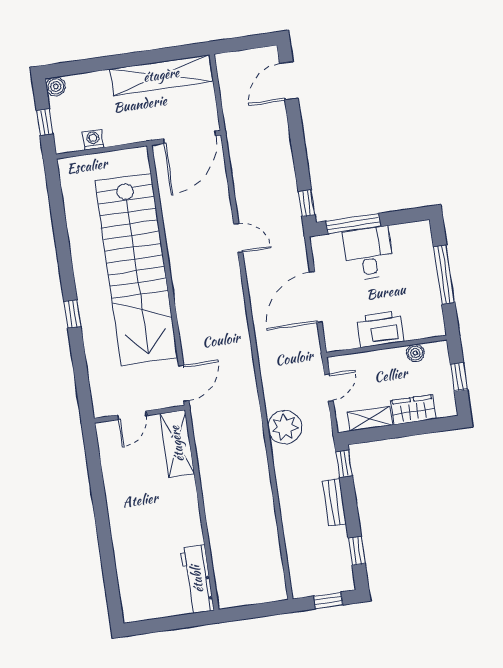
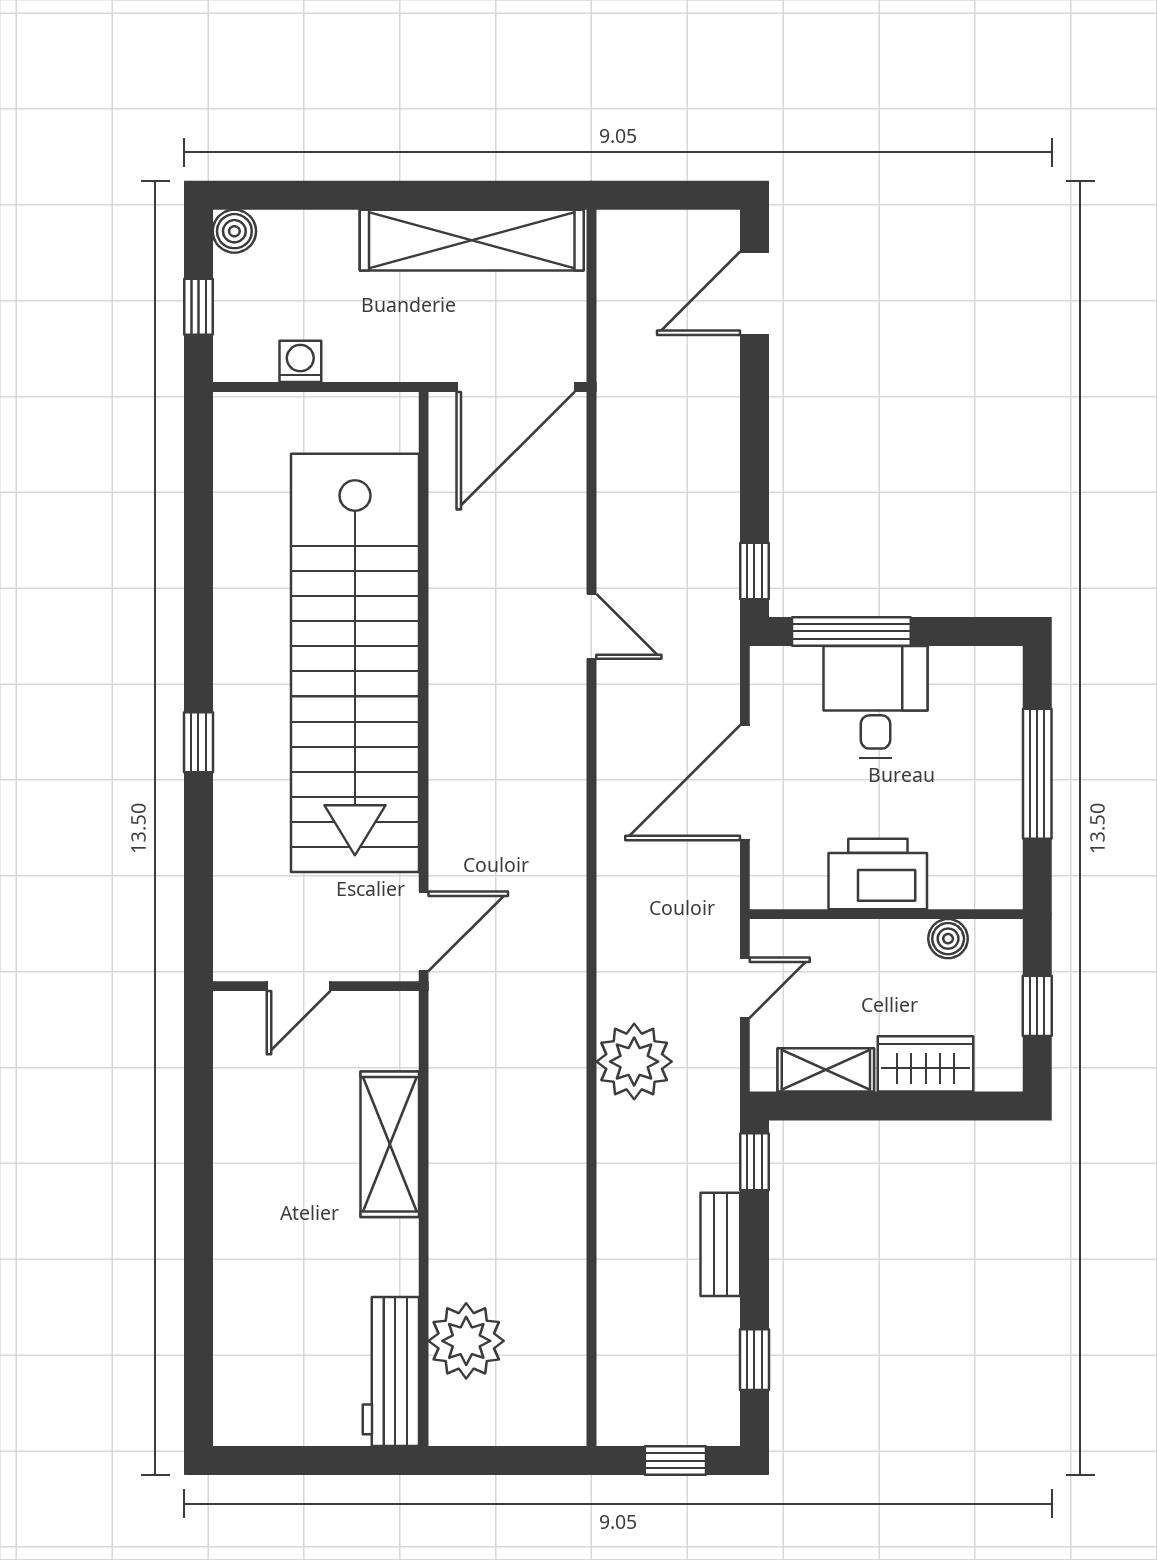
shelving: (177, 444) -> (390, 1144), moved
plant: (228, 561) -> (466, 1341), added

